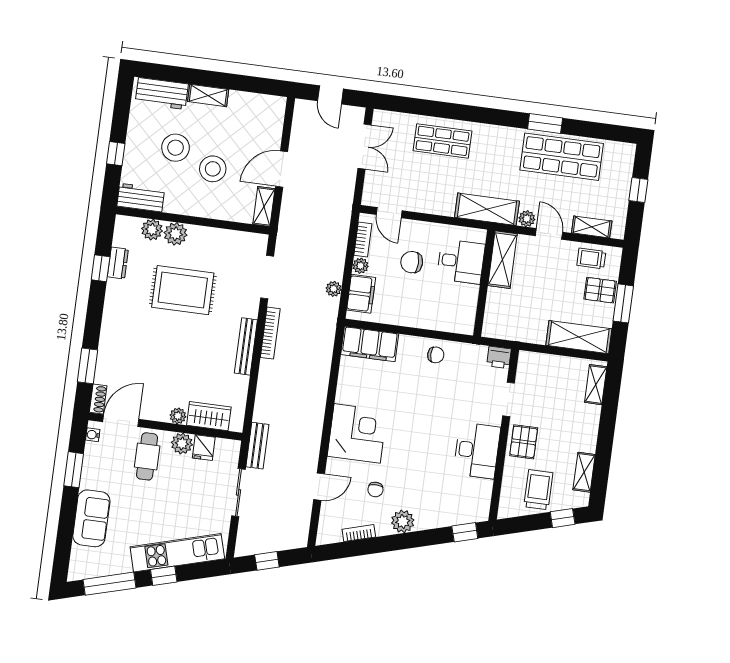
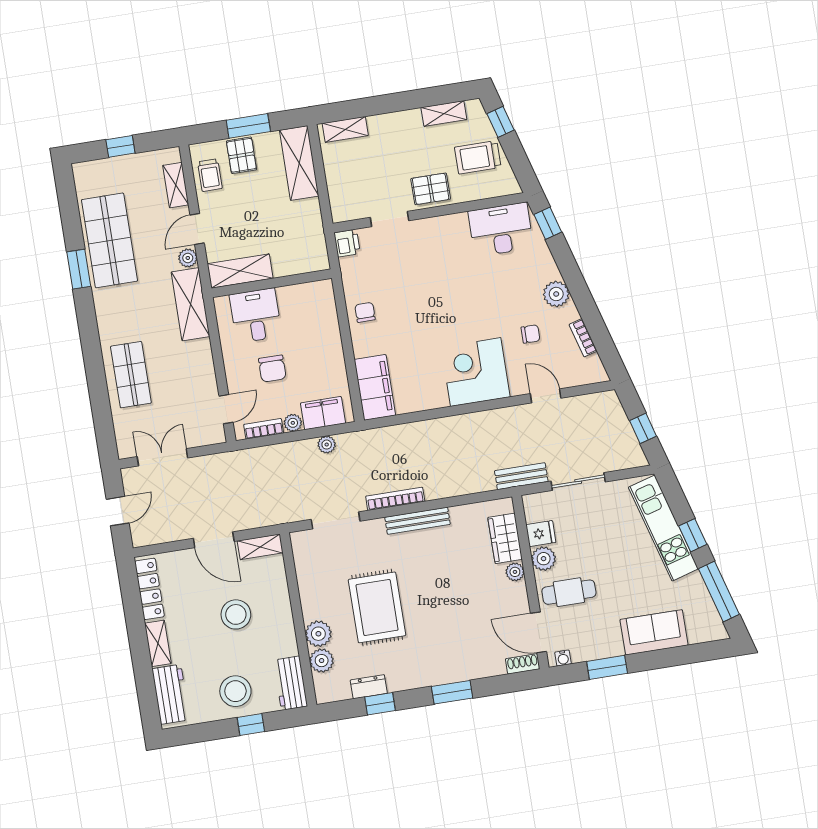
locker: (256, 102) -> (150, 589), added
stool: (176, 148) -> (235, 691), moved
window: (87, 366) -> (452, 692), moved
desk: (477, 450) -> (501, 229), moved

